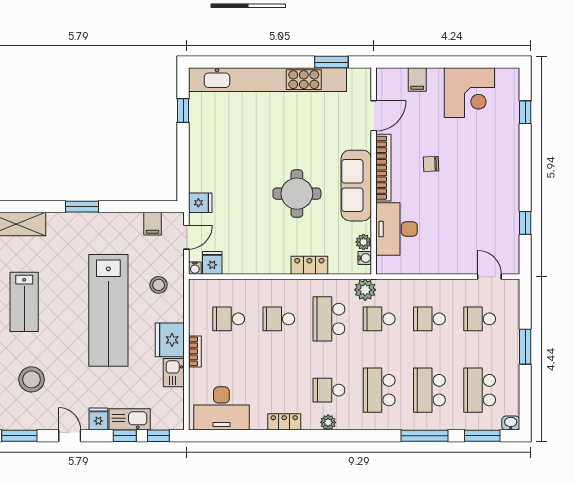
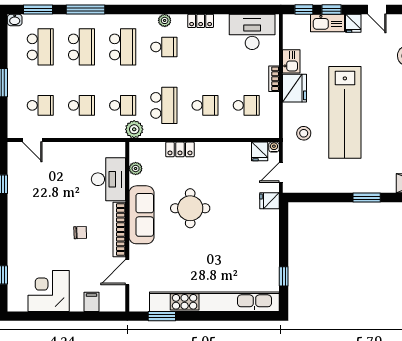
filing cabinet: (152, 224) -> (309, 184), removed
water cooler: (365, 258) -> (135, 155), removed
lab bench: (108, 310) -> (345, 112), turned 180

